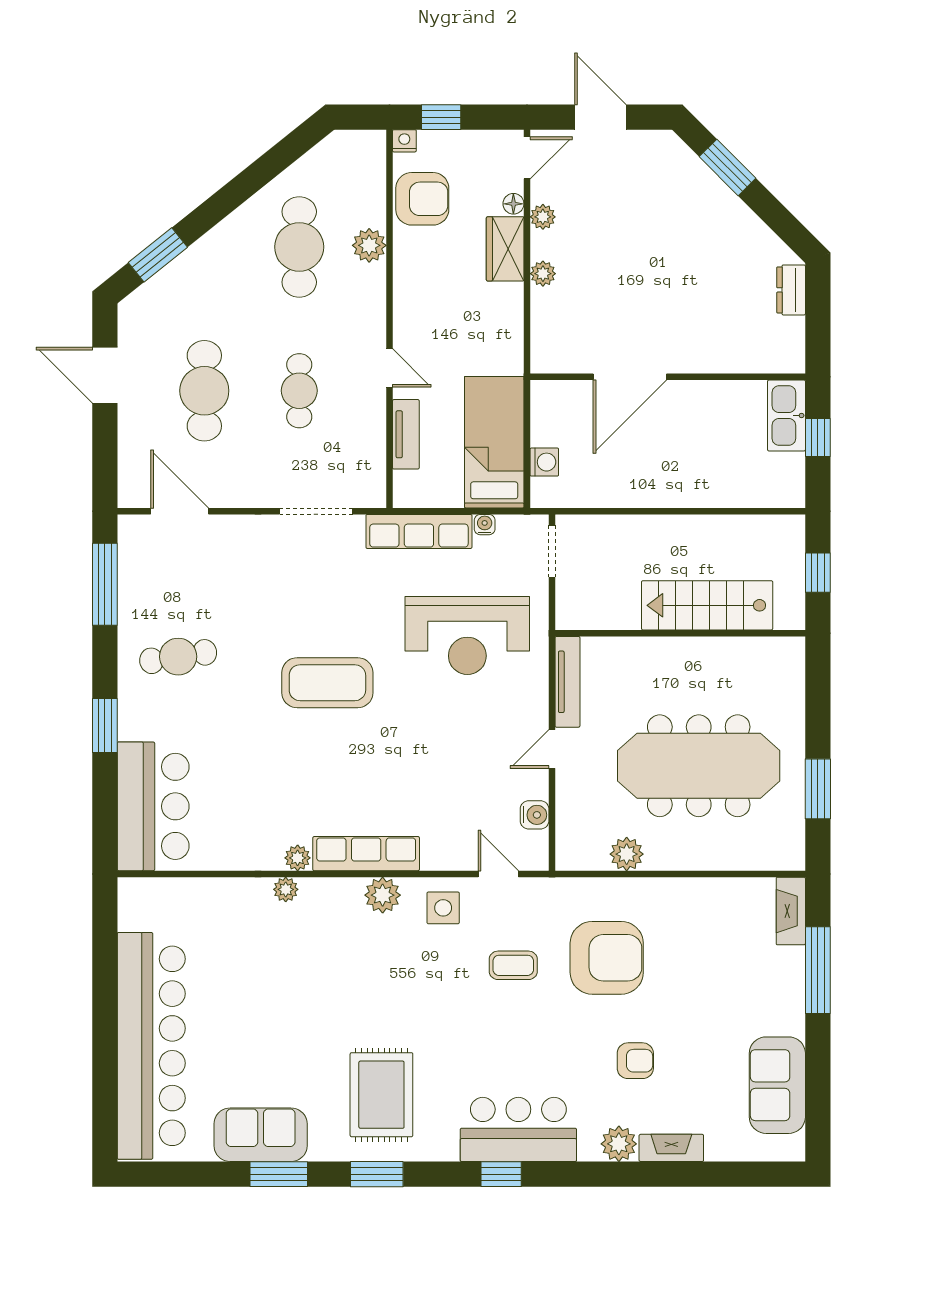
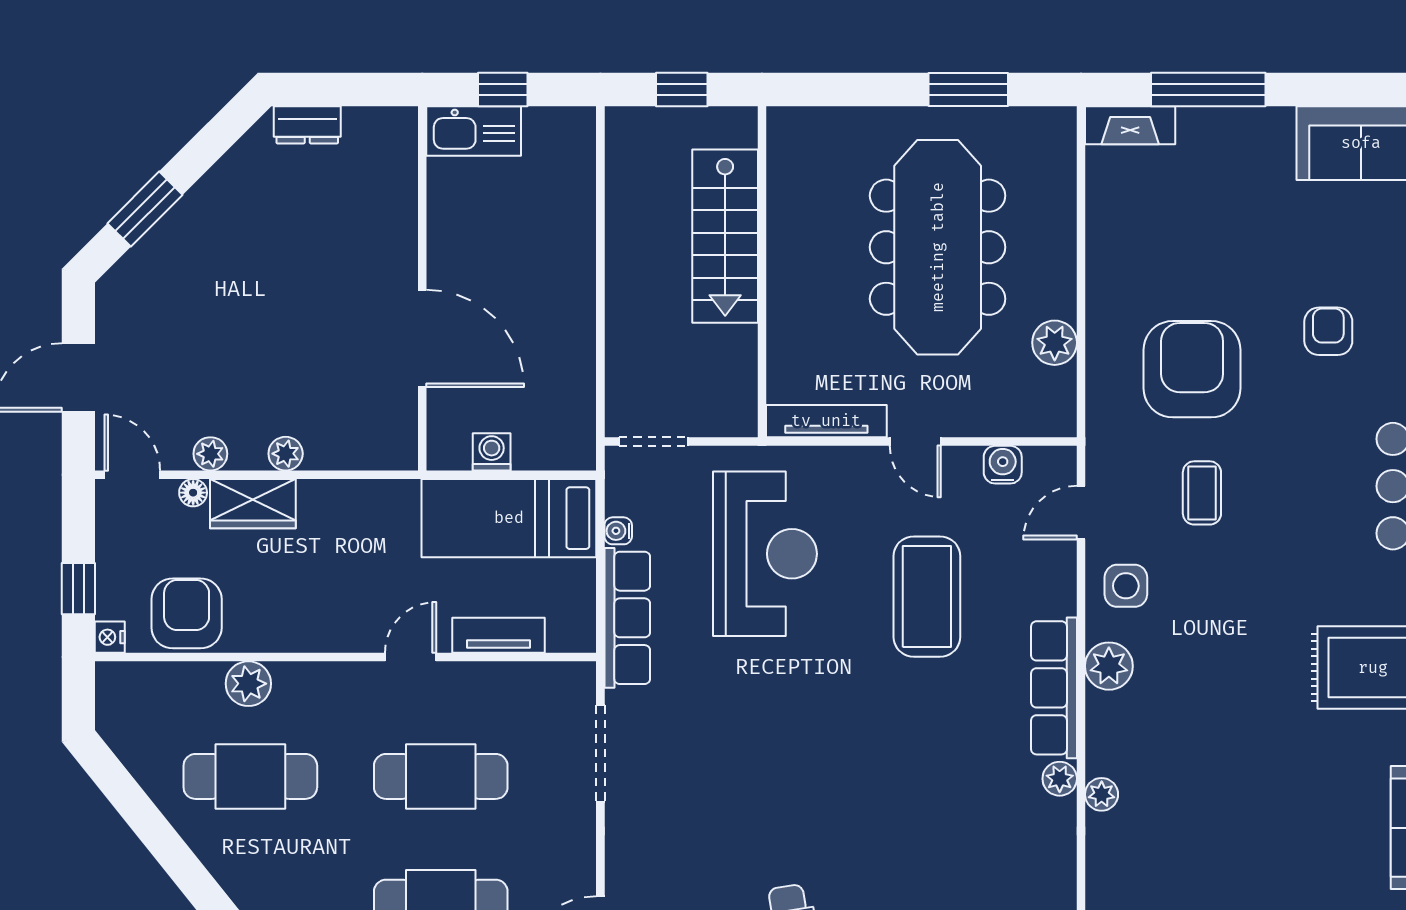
cafe table: (299, 391) -> (441, 776), width x1.37, depth x1.35
washing machine: (544, 462) -> (492, 452), moved
coffee table: (327, 683) -> (927, 597), moved

